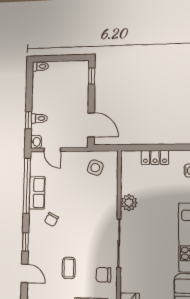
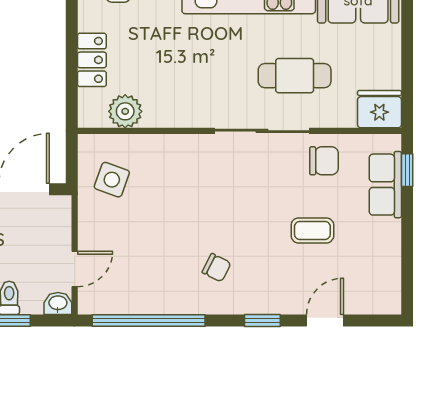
row of seats: (37, 193) -> (163, 299), removed
plant: (129, 203) -> (125, 111), moved
cafe table: (147, 261) -> (295, 76), added
chair: (104, 275) -> (324, 161), turned -90

